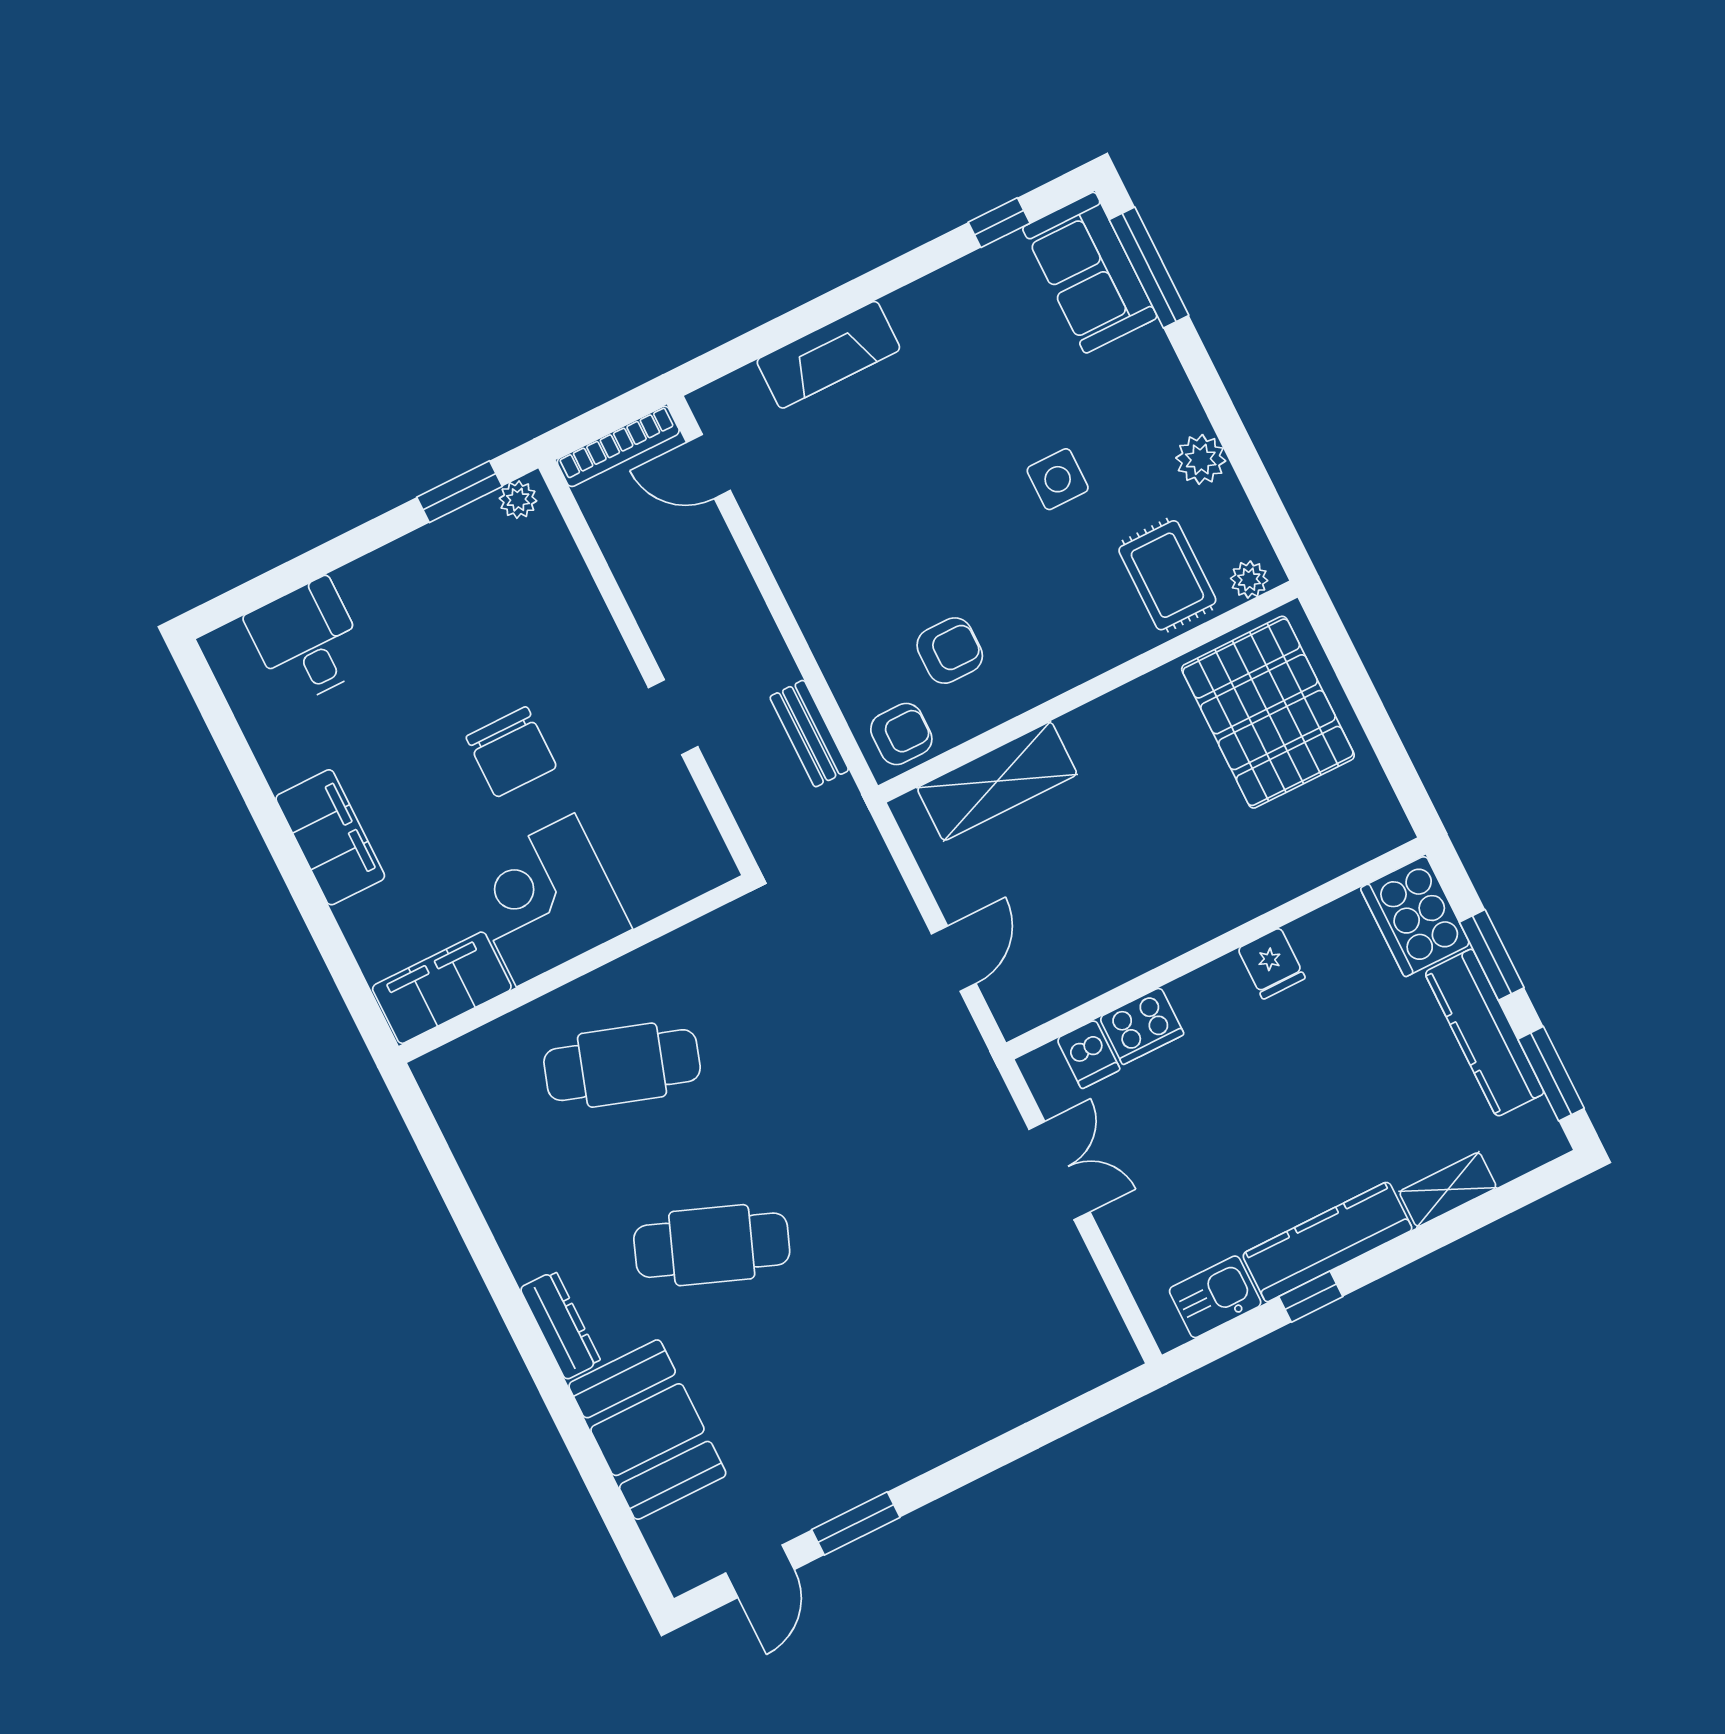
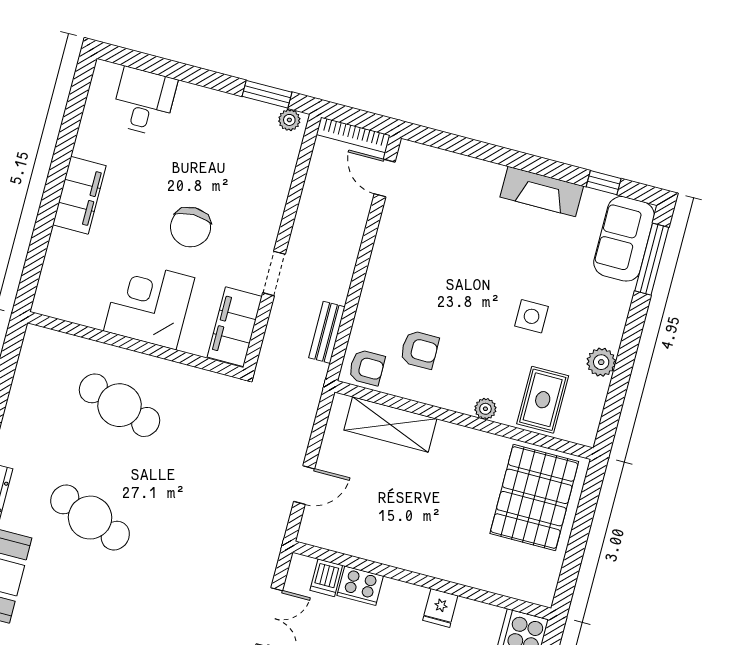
fireplace: (828, 355) -> (542, 192), moved
plant: (1249, 579) -> (485, 409), moved
filing cabinet: (442, 988) -> (235, 327), moved, turned -90

